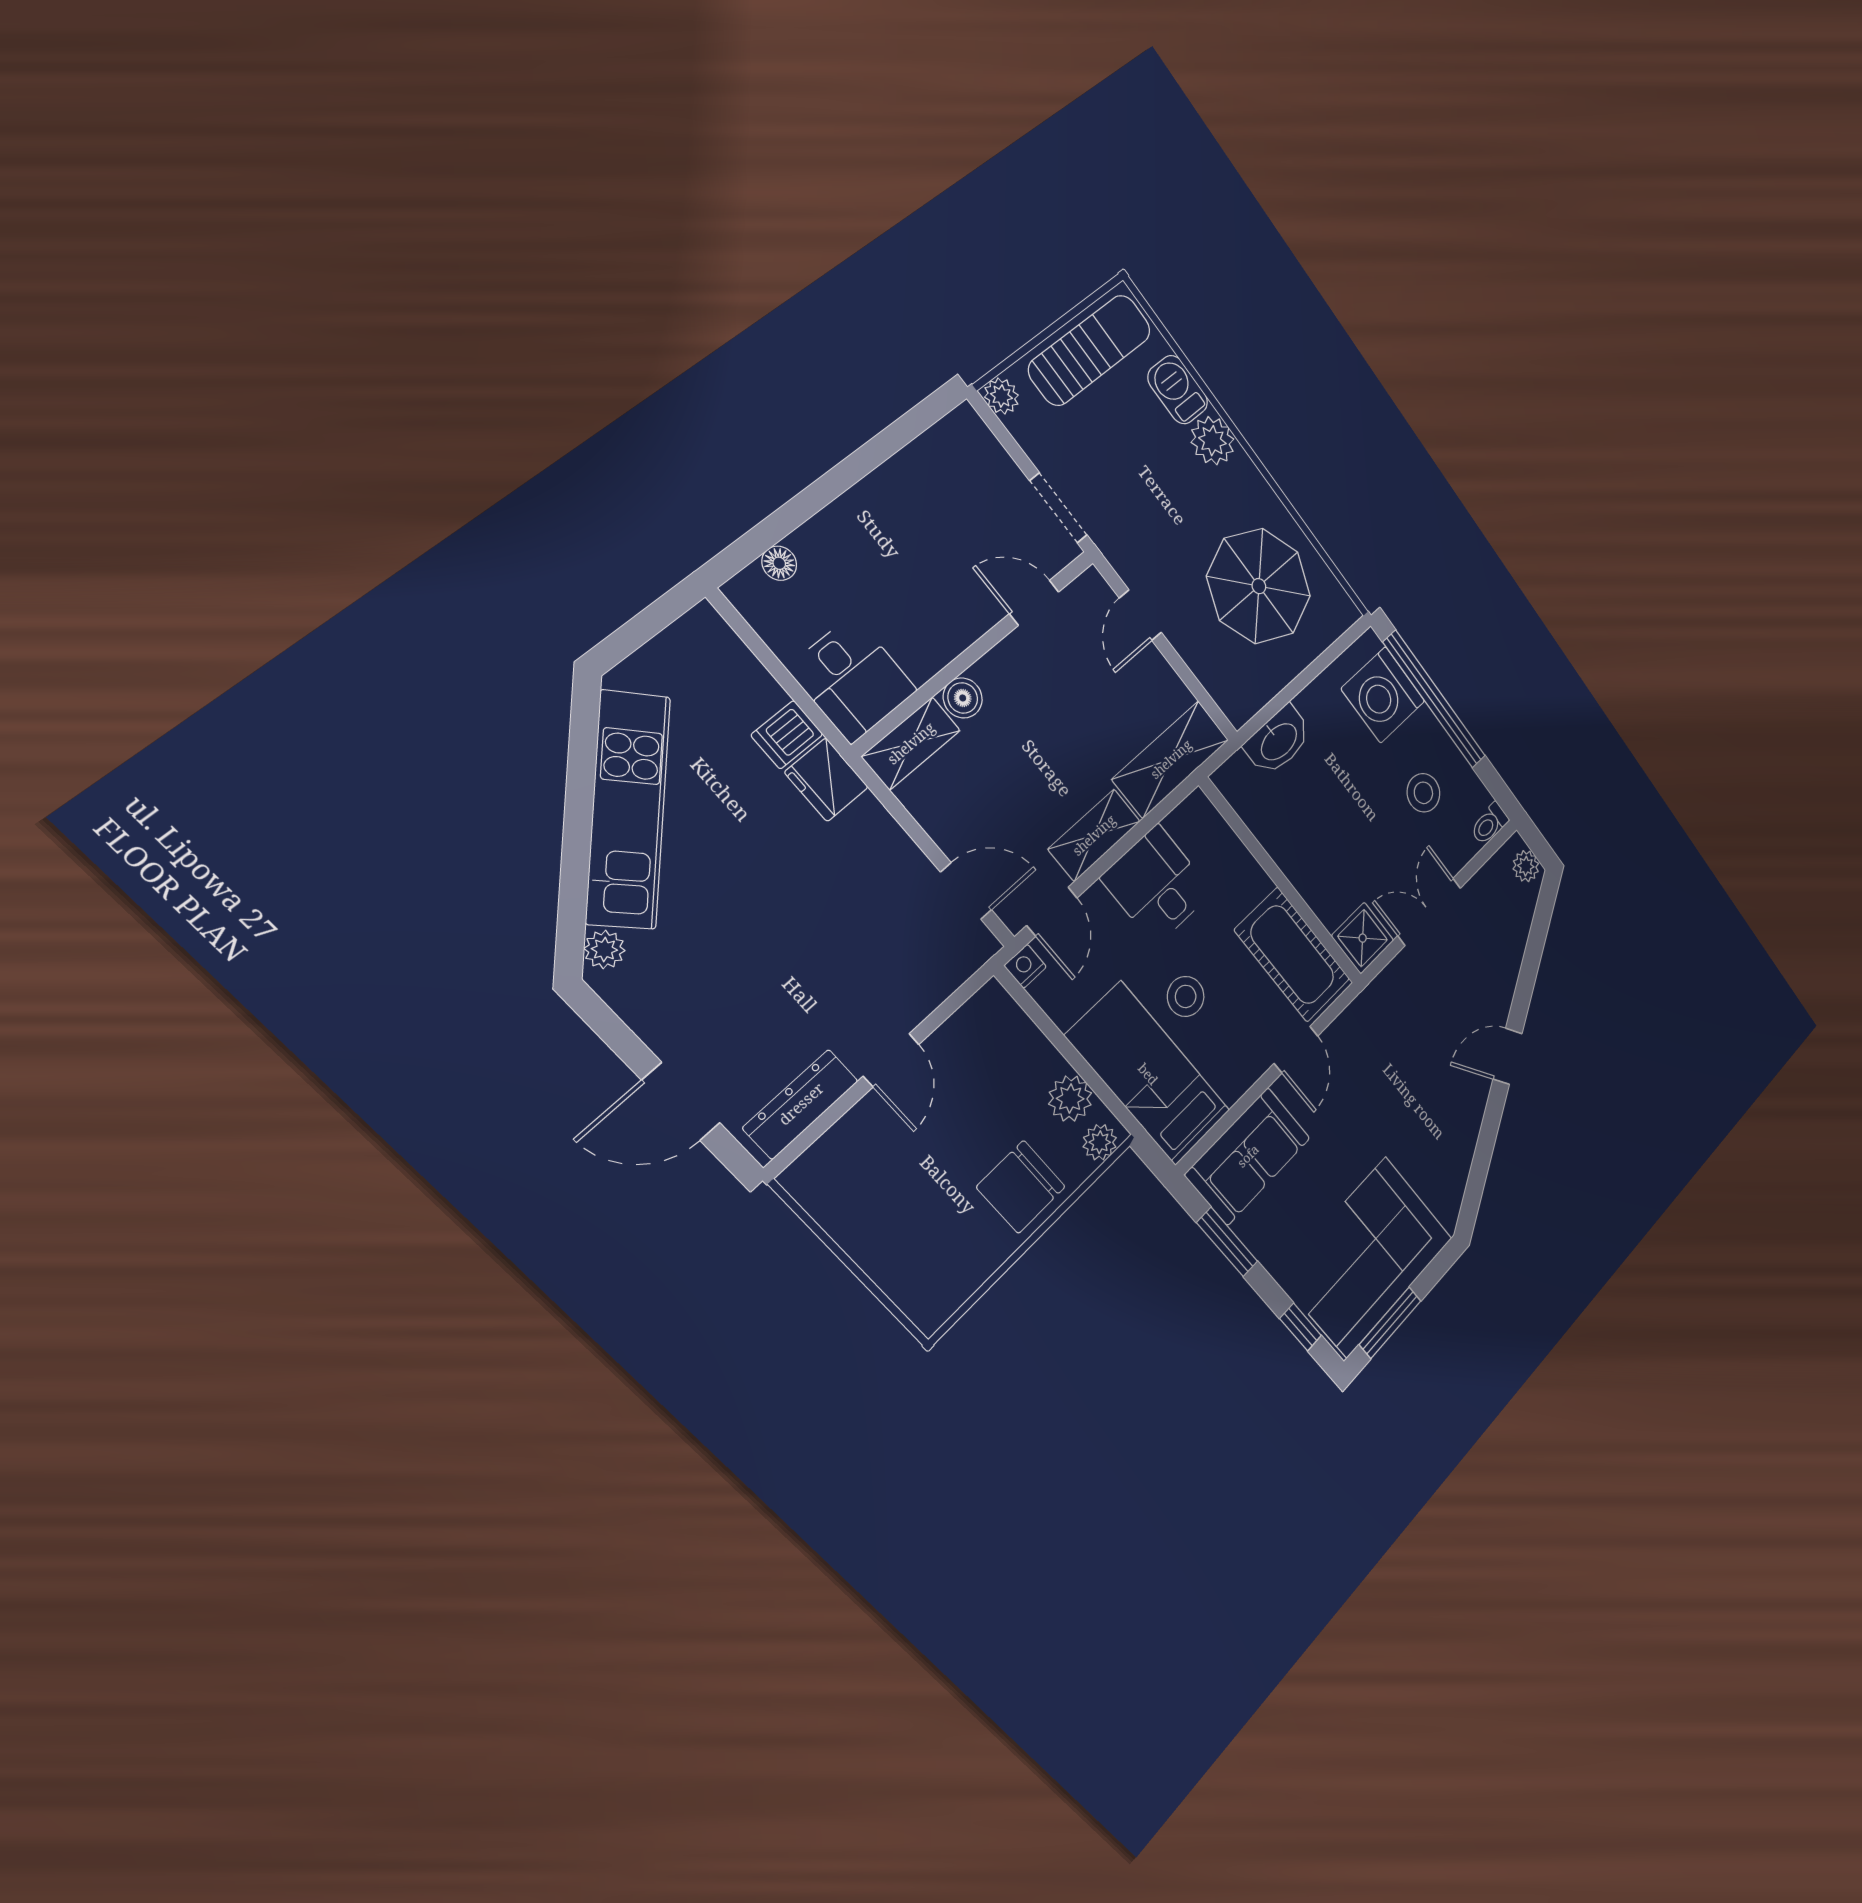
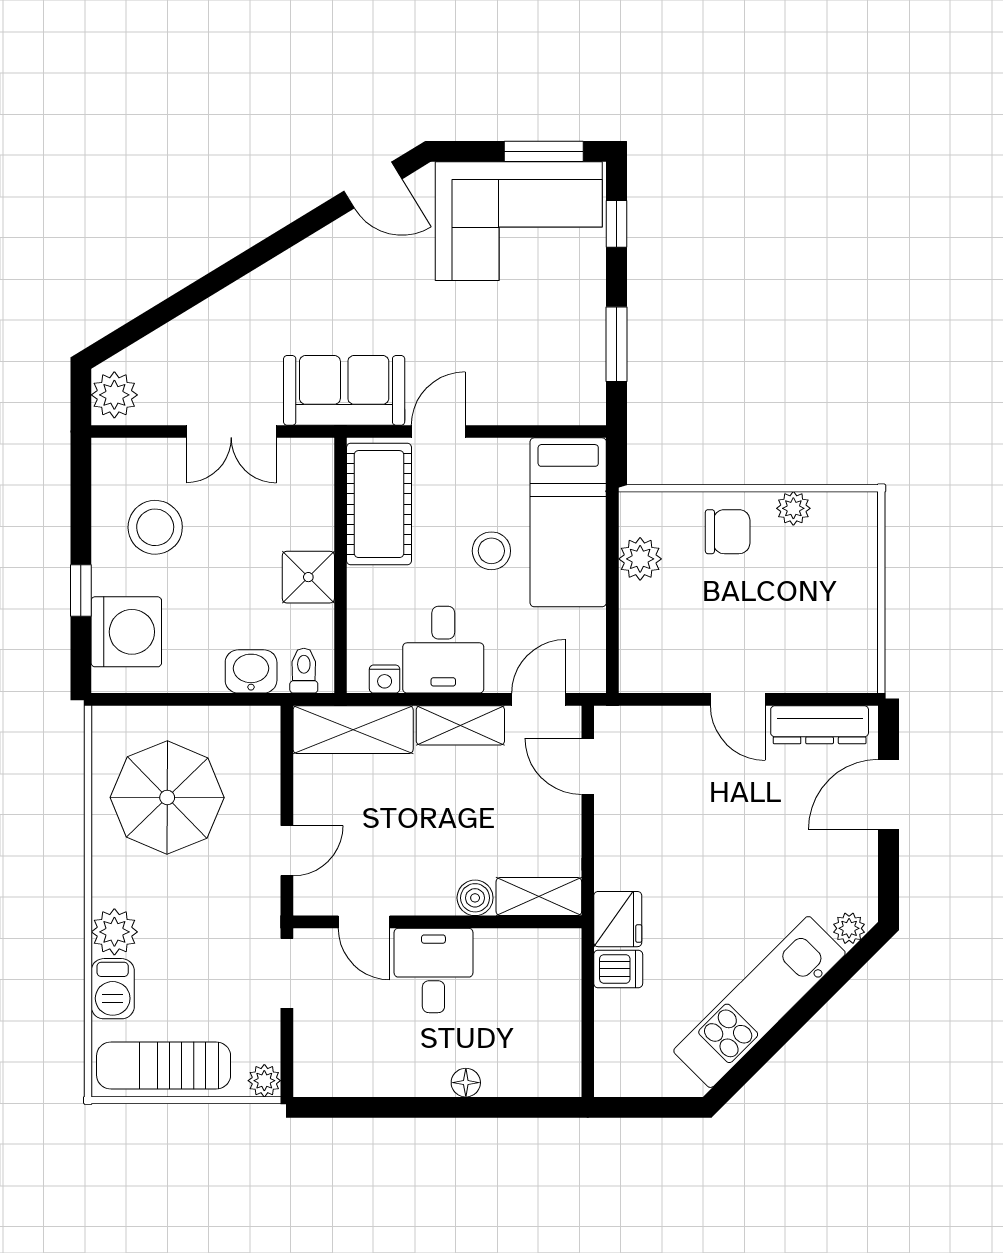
floor lamp: (779, 563) -> (466, 1083), moved
desk: (852, 679) -> (433, 970), moved
window: (1435, 700) -> (81, 590), width x0.32
washbasin: (1278, 741) -> (251, 671), width x0.72
stool: (1423, 793) -> (155, 527), width x1.38, depth x1.38
toilet: (1489, 824) -> (304, 671), moved, turned -90
plant: (1526, 866) -> (114, 395), width x1.38, depth x1.38
shower: (1363, 938) -> (308, 577), moved
nightstand: (1025, 966) -> (385, 679), moved
door: (1508, 1056) -> (373, 185), moved
door: (891, 1060) -> (738, 699), swing flipped
door: (681, 1102) -> (889, 794), swing flipped
plant: (1100, 1142) -> (793, 508), moved
sofa: (1248, 1156) -> (344, 390), moved
chair: (1021, 1187) -> (728, 532), width x0.73, depth x0.73

